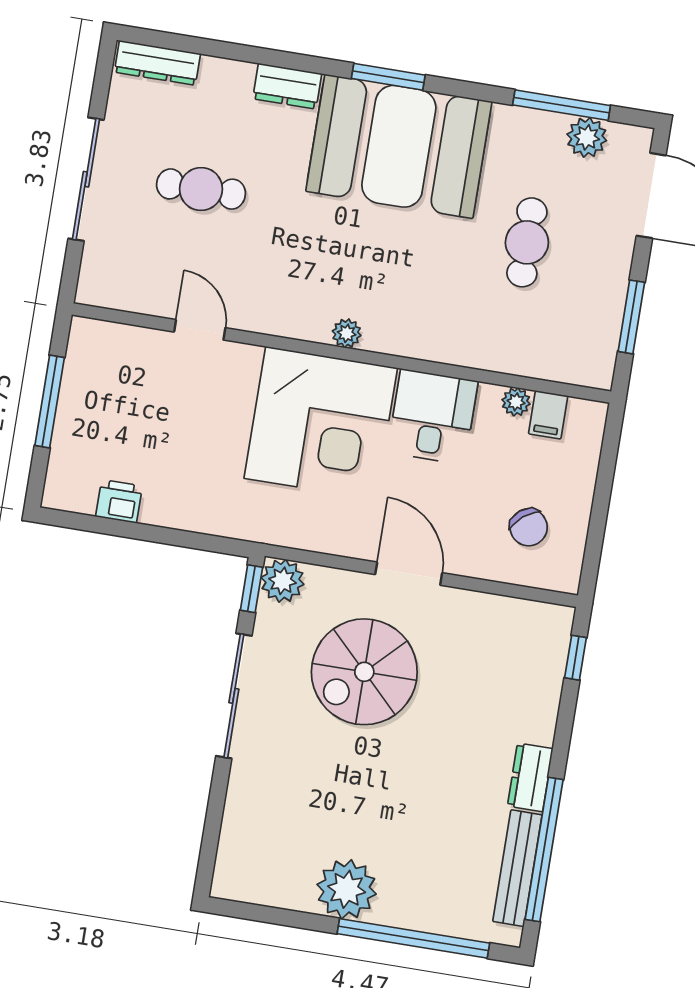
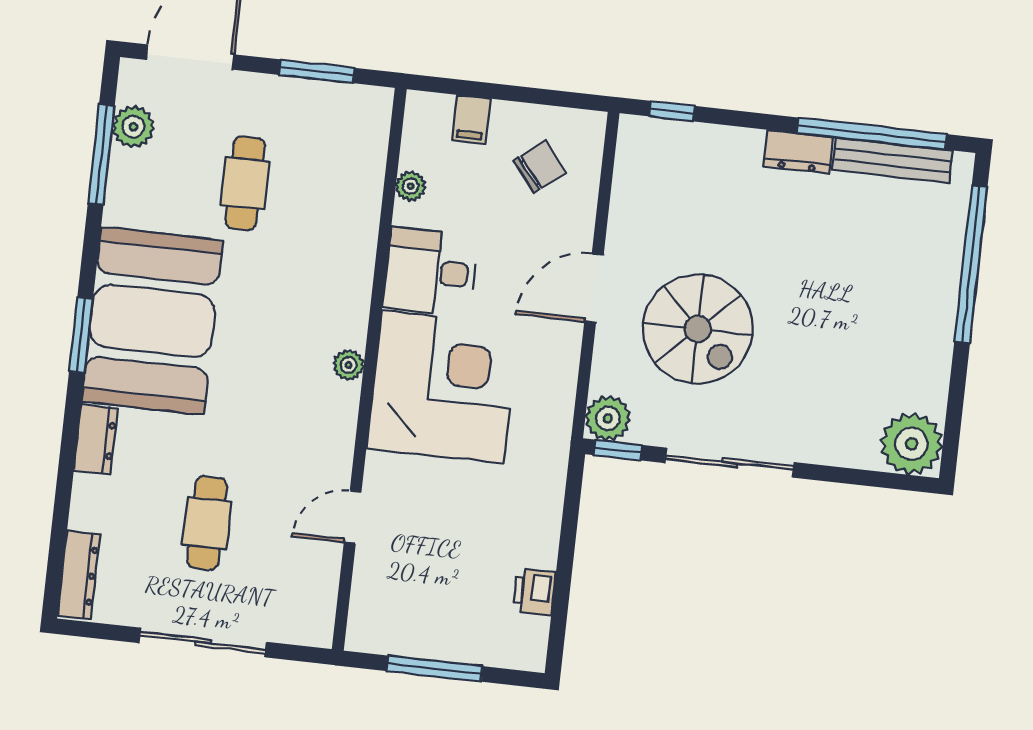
cafe table: (527, 242) -> (245, 183), turned 90
filing cabinet: (548, 415) -> (471, 119), moved, turned 90
plant: (347, 889) -> (912, 444), moved

